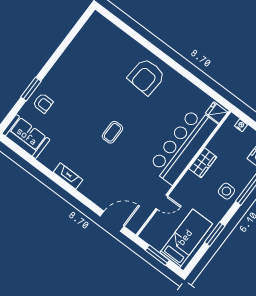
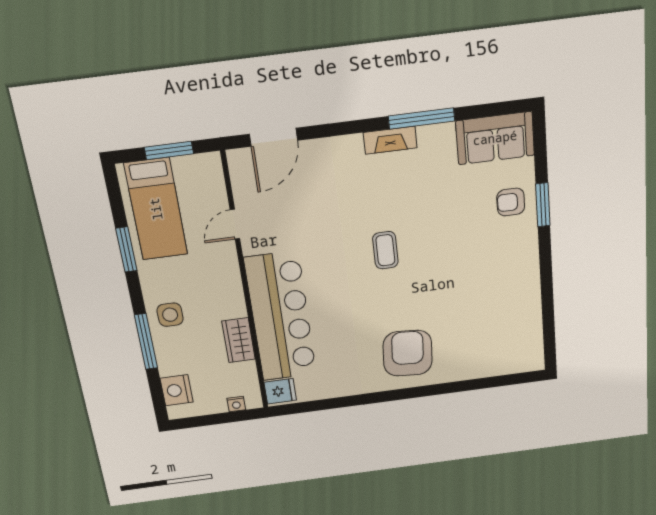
wardrobe: (203, 163) -> (239, 340), moved
window: (48, 173) -> (422, 119), added

